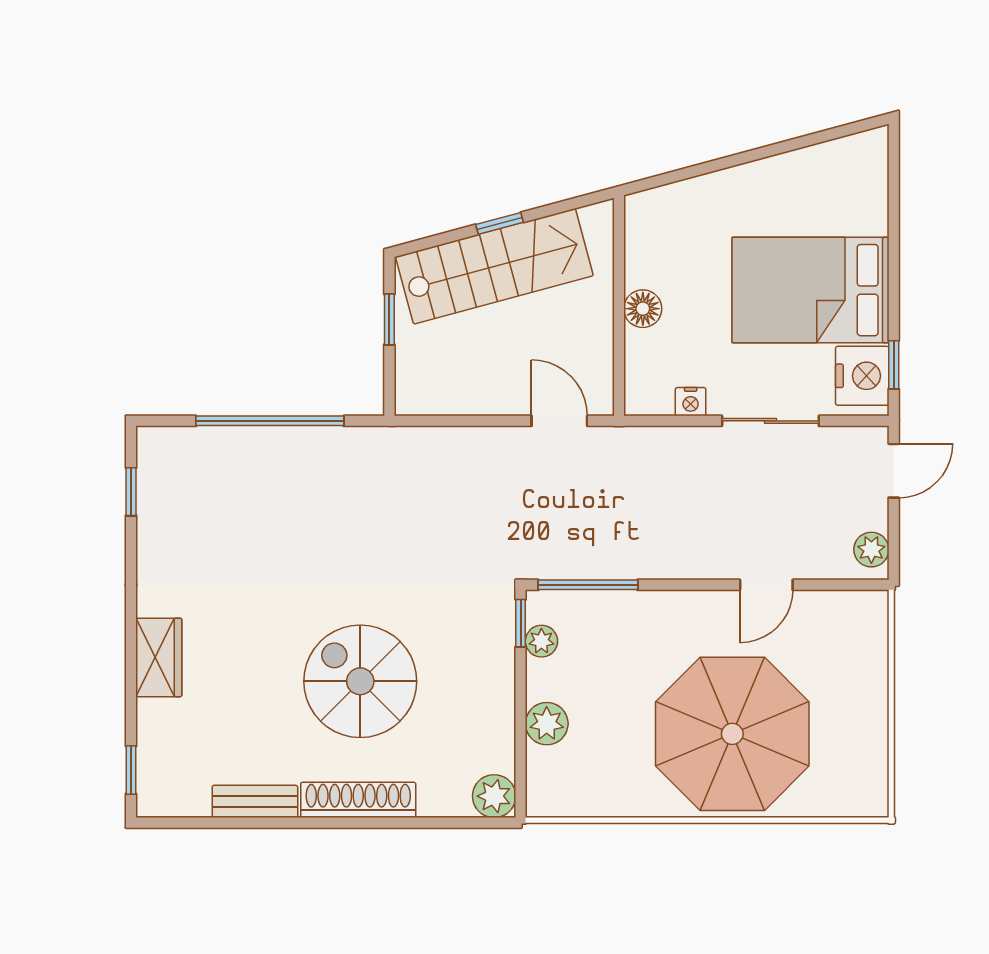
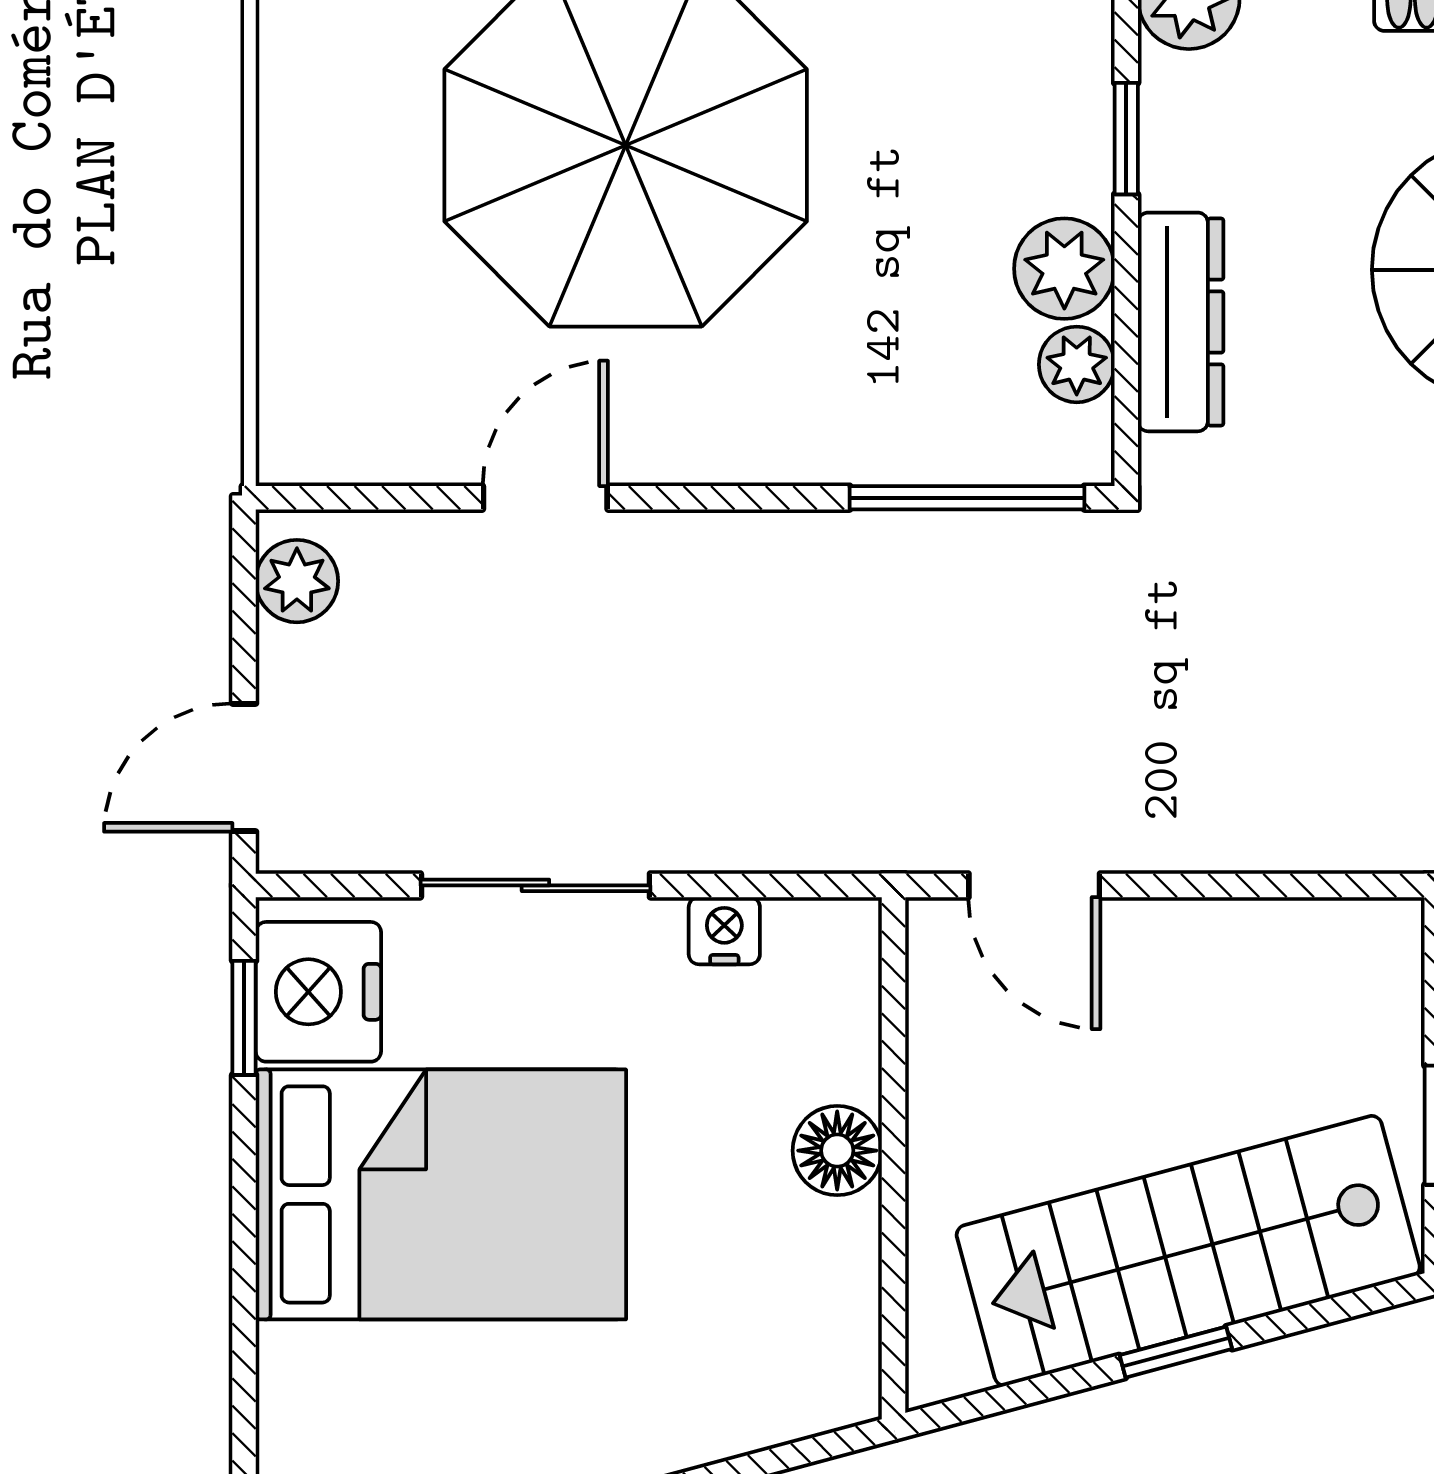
window: (521, 623) -> (1126, 139), moved
dresser: (498, 659) -> (1181, 322), added
plant: (547, 724) -> (1064, 269), moved

